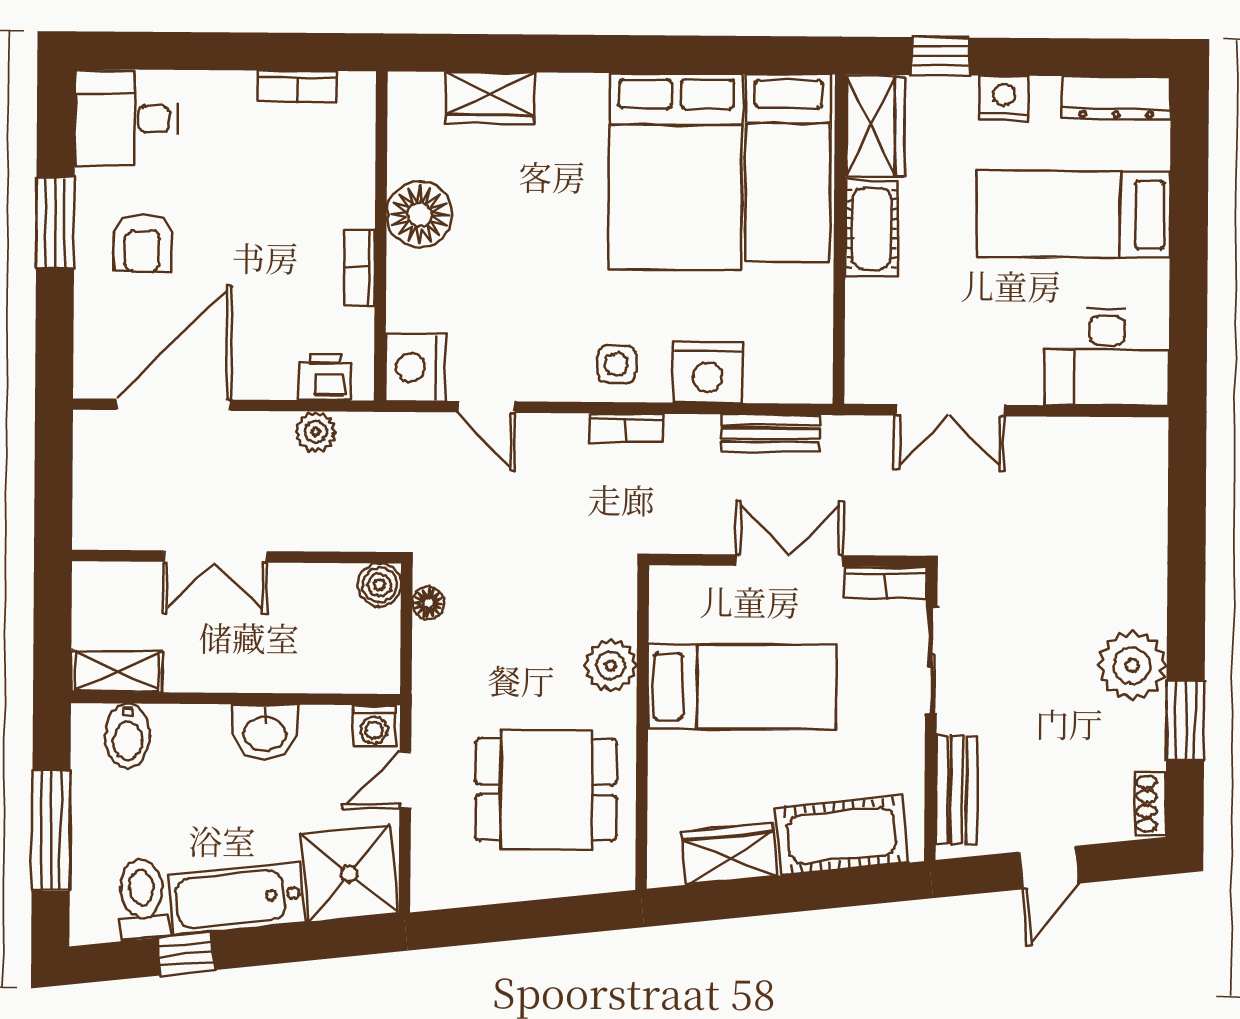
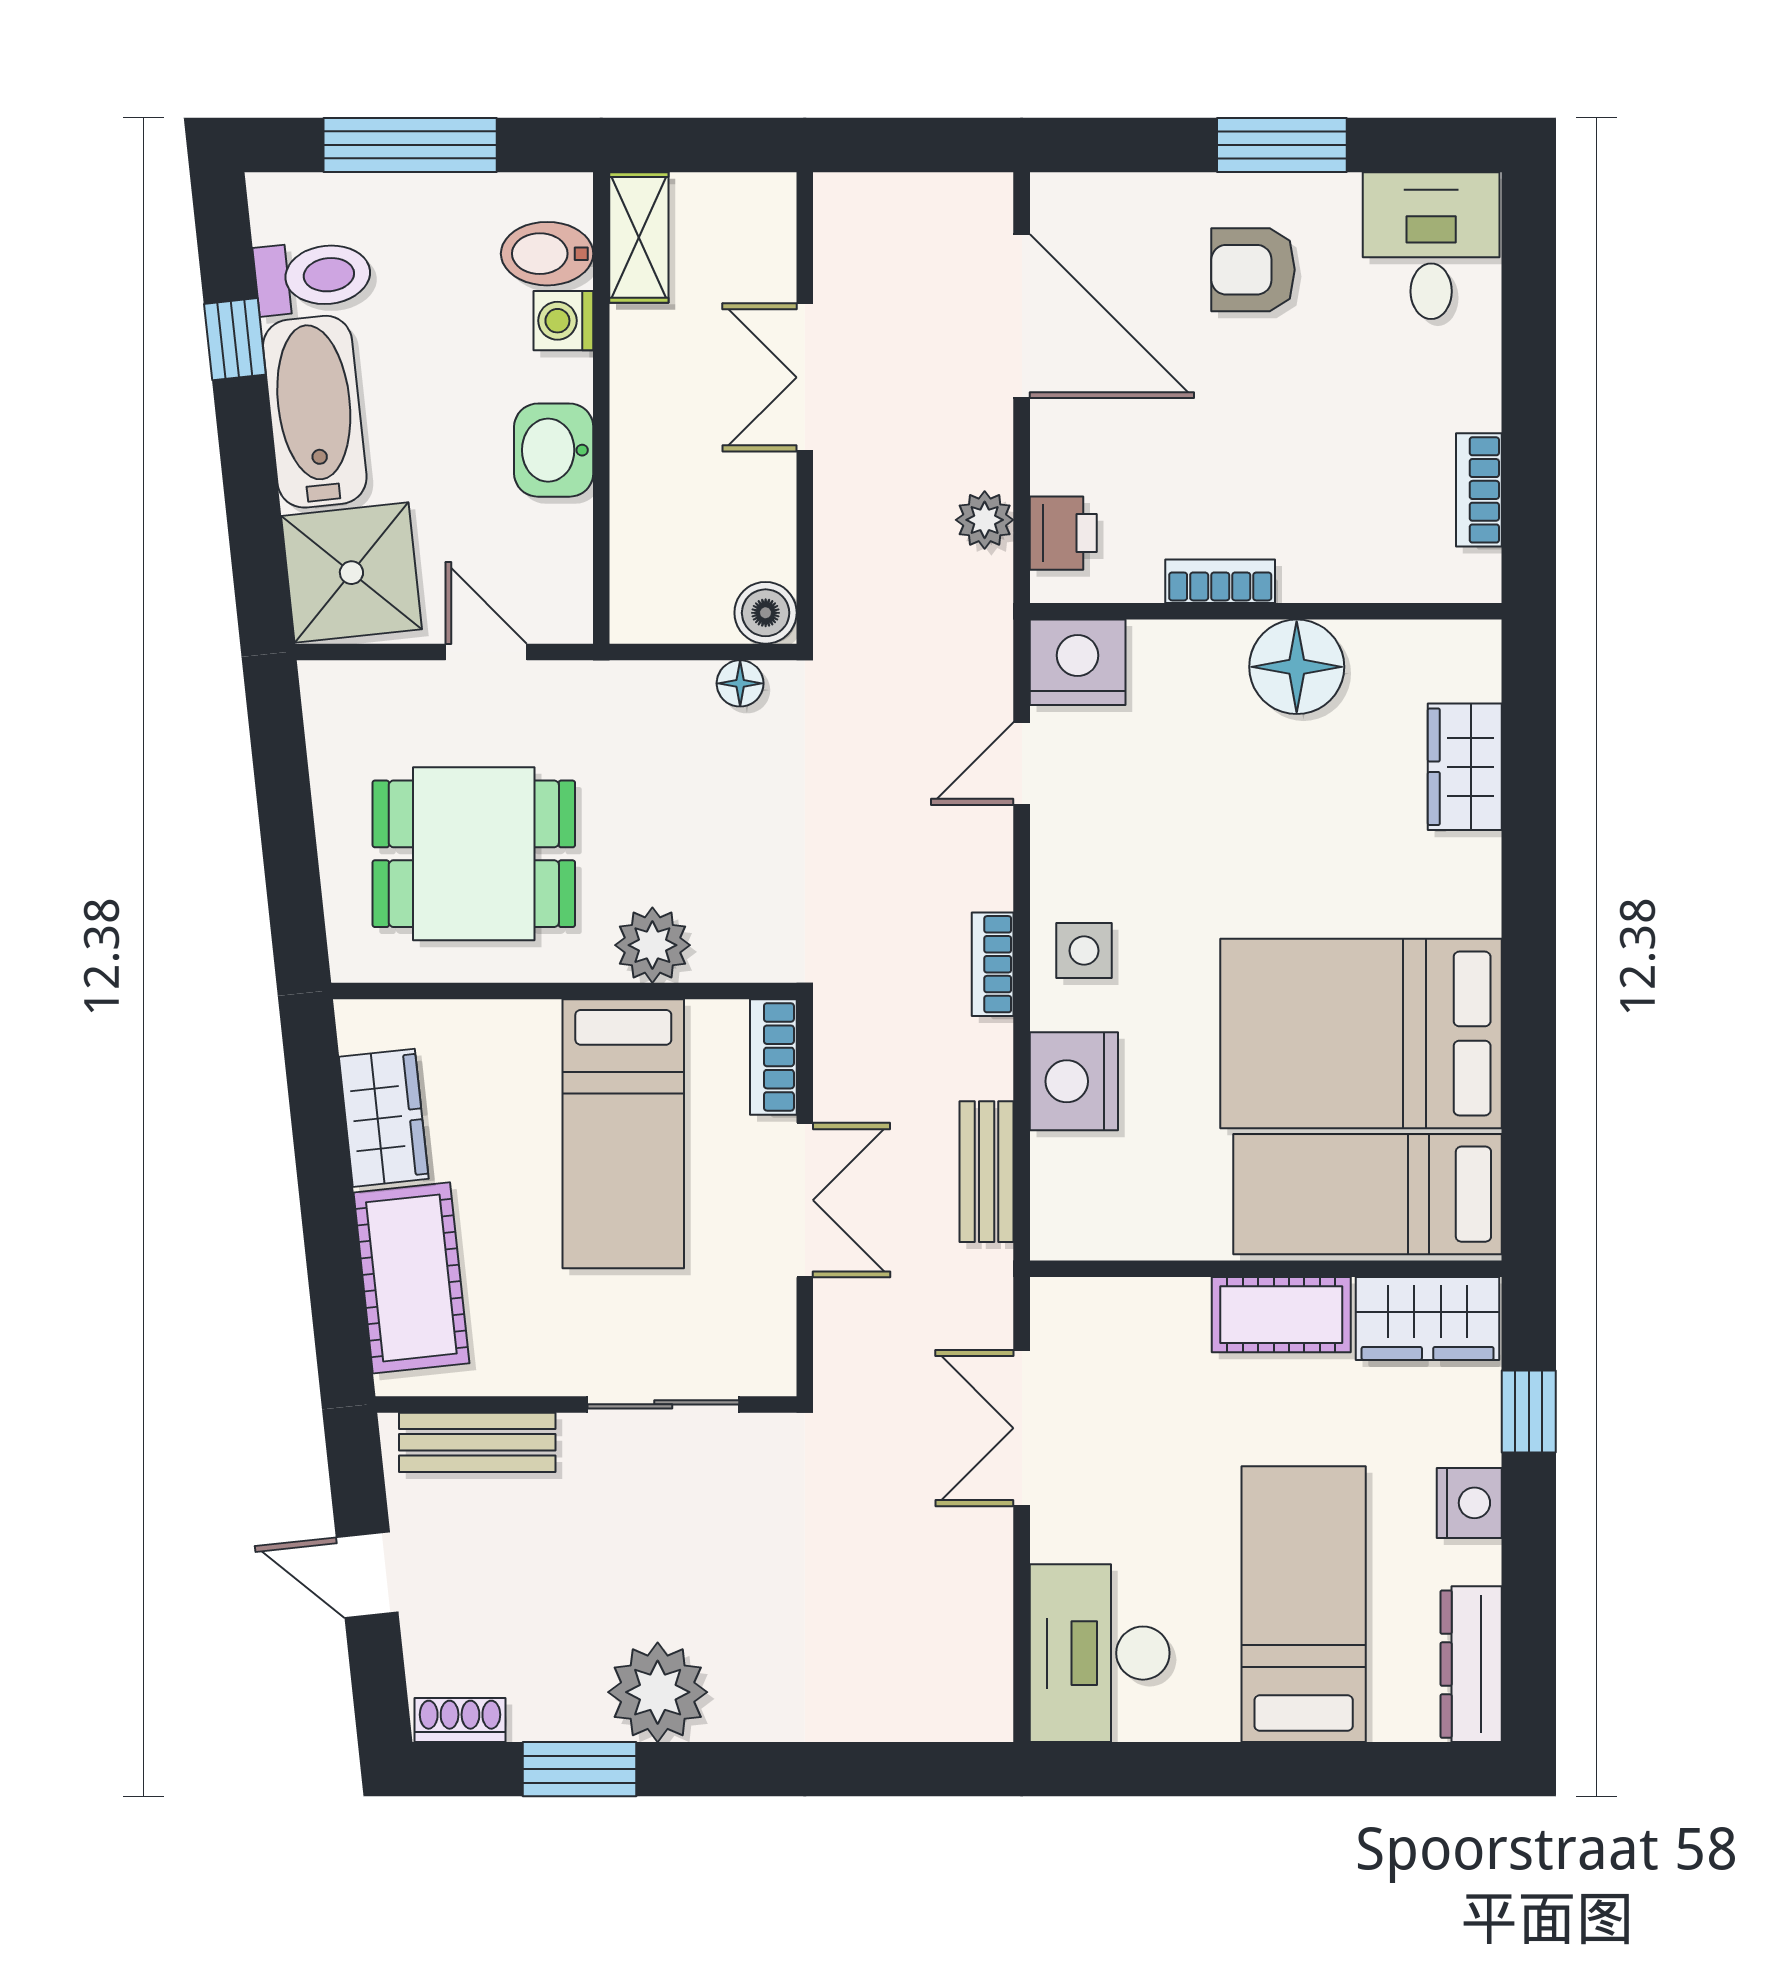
bookcase: (886, 583) -> (773, 1057), moved
washing machine: (374, 726) -> (563, 321), moved
dining table: (546, 790) -> (474, 854), turned 90

